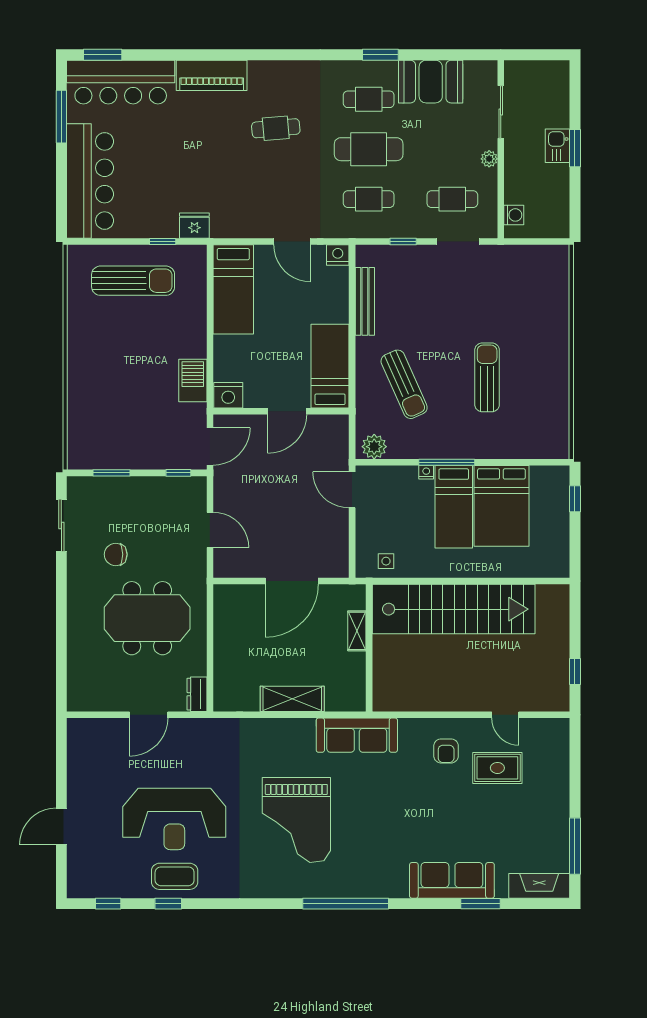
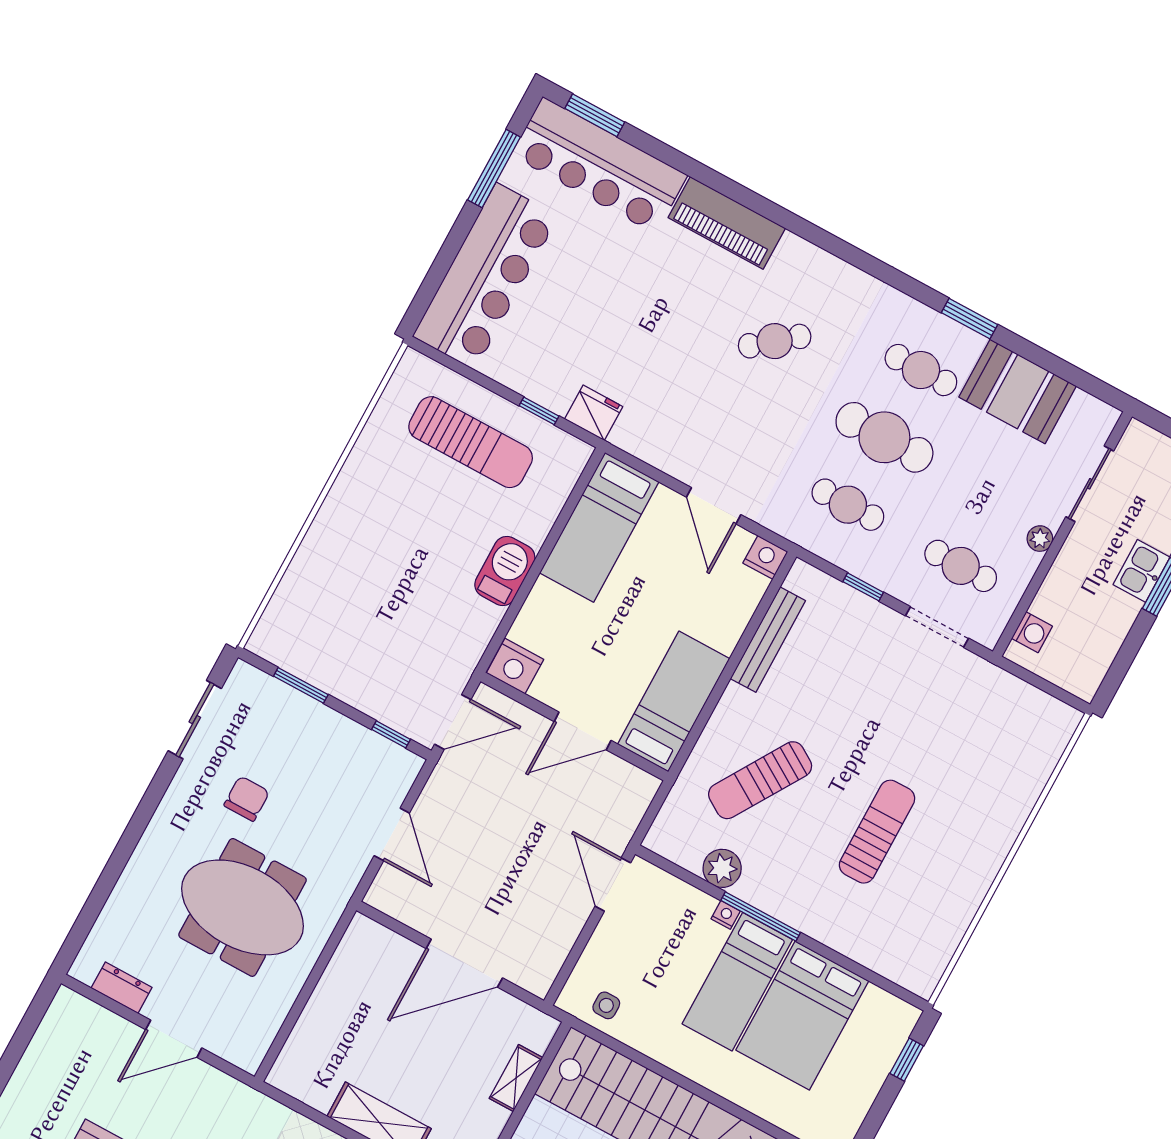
cafe table: (276, 128) -> (775, 341), turned -34
barbecue: (193, 381) -> (505, 571), moved
sun lounger: (404, 384) -> (760, 780), turned 56
plant: (374, 447) -> (722, 868), moved
chair: (116, 554) -> (247, 799), turned 90
dresser: (197, 694) -> (122, 988), moved, turned 90

